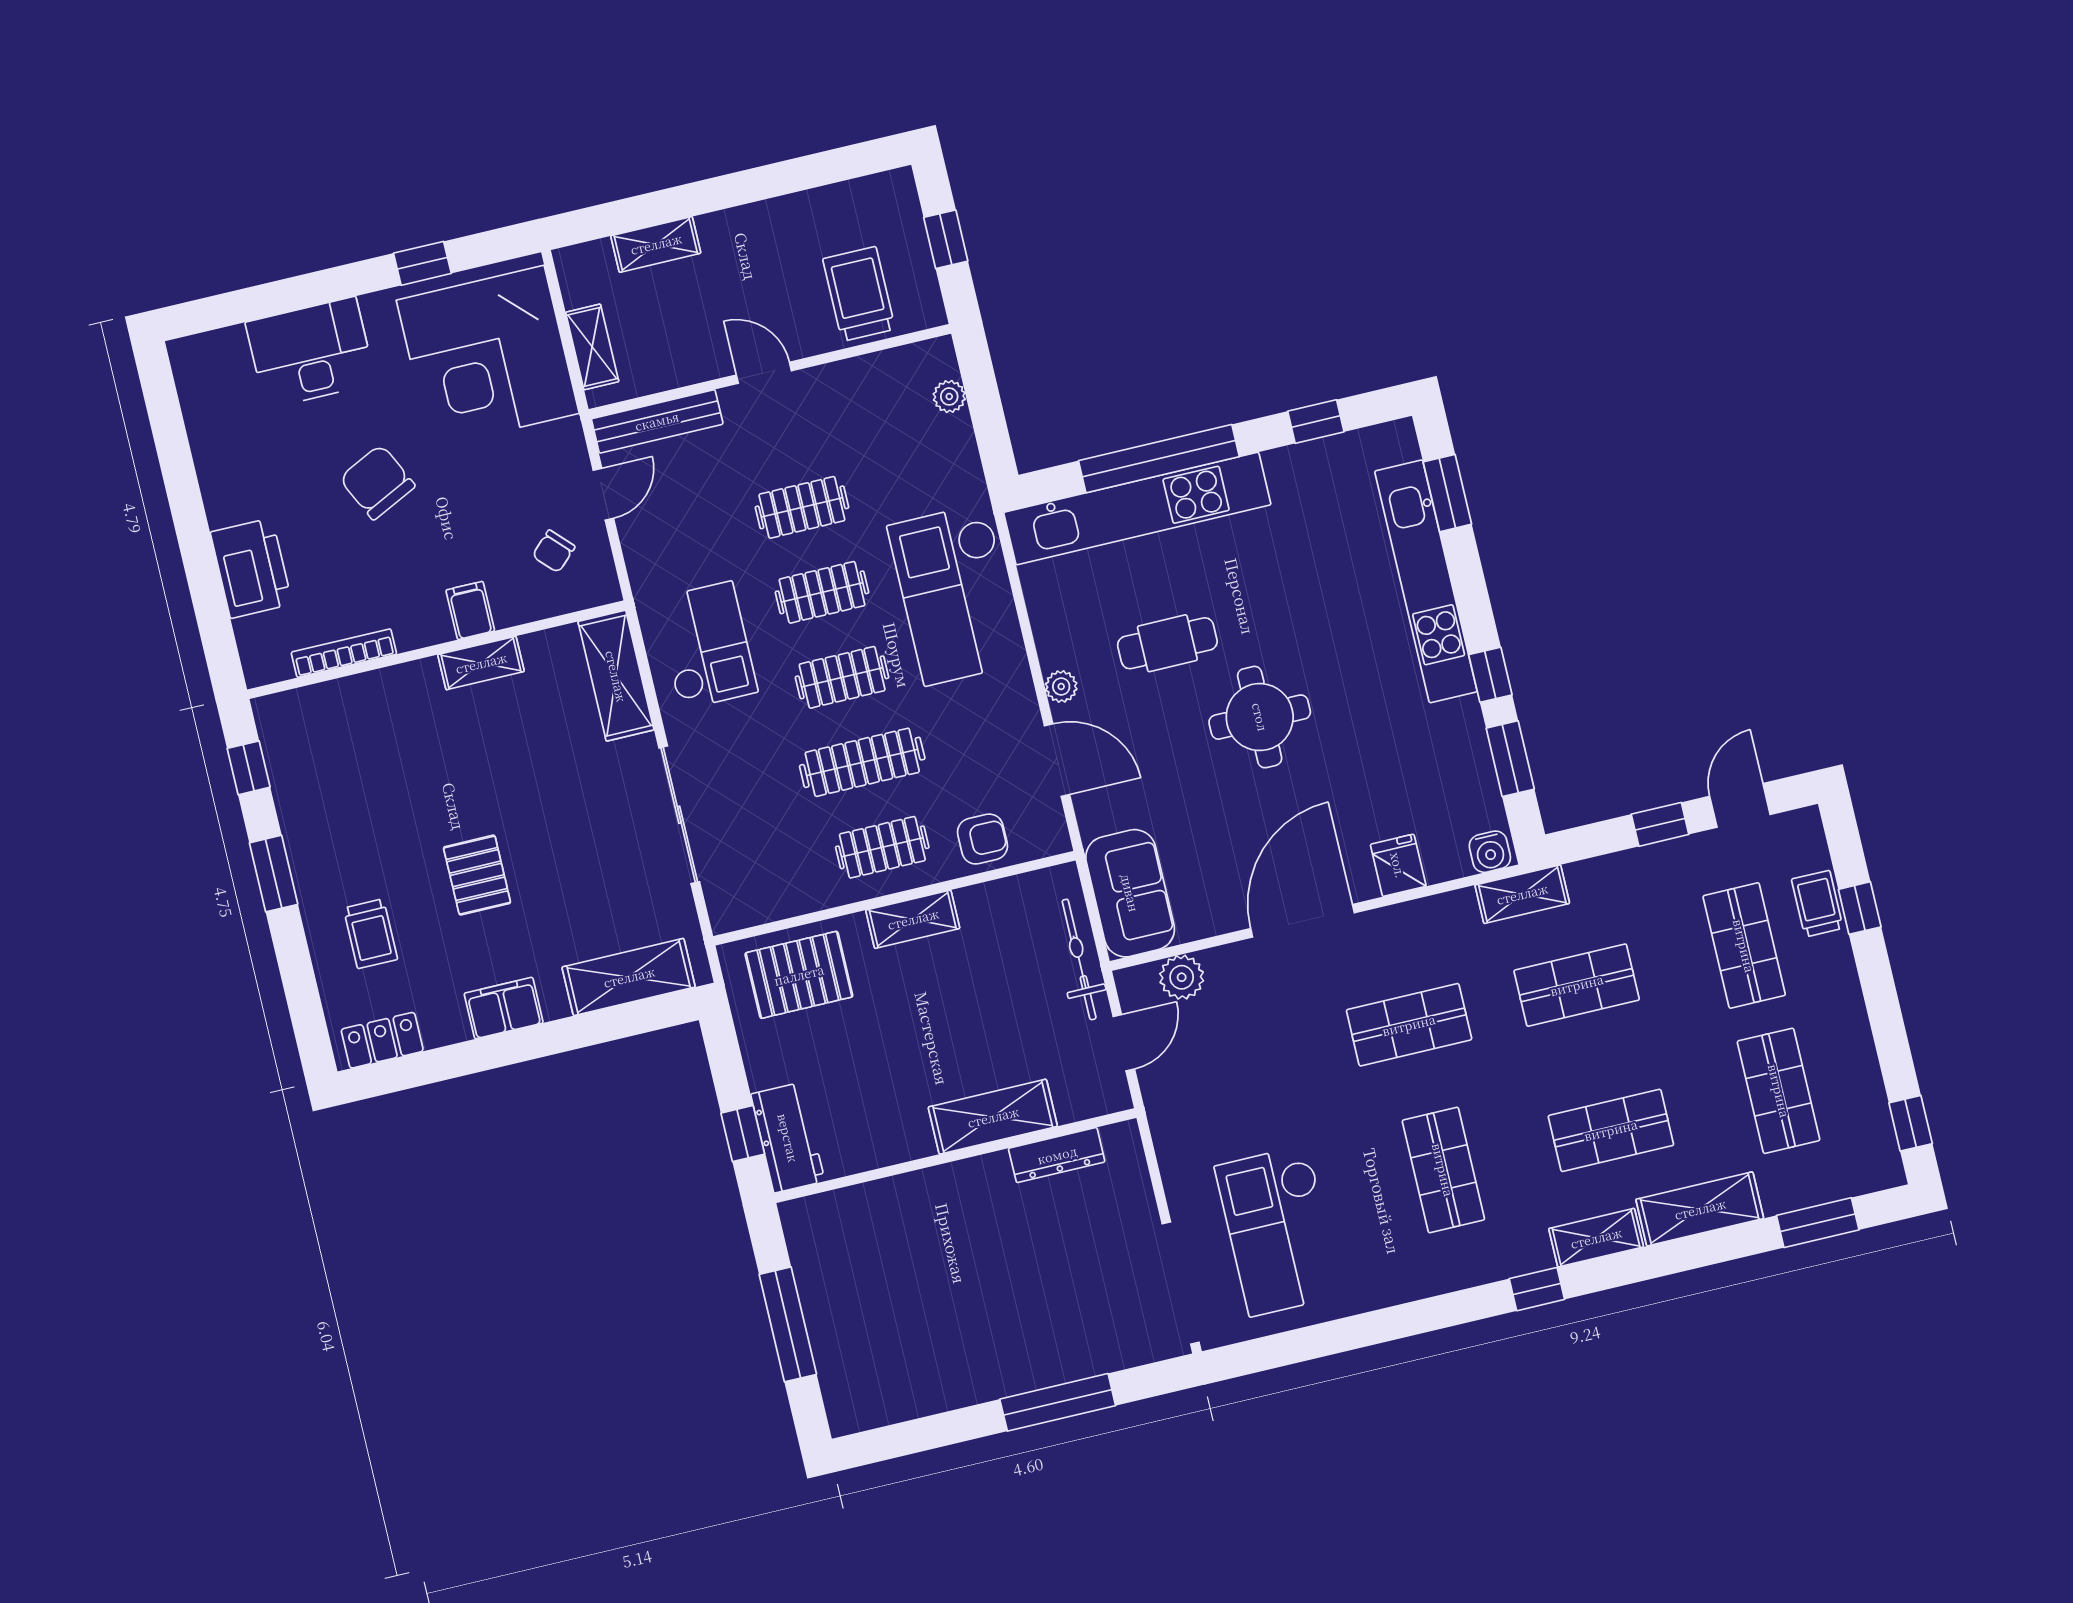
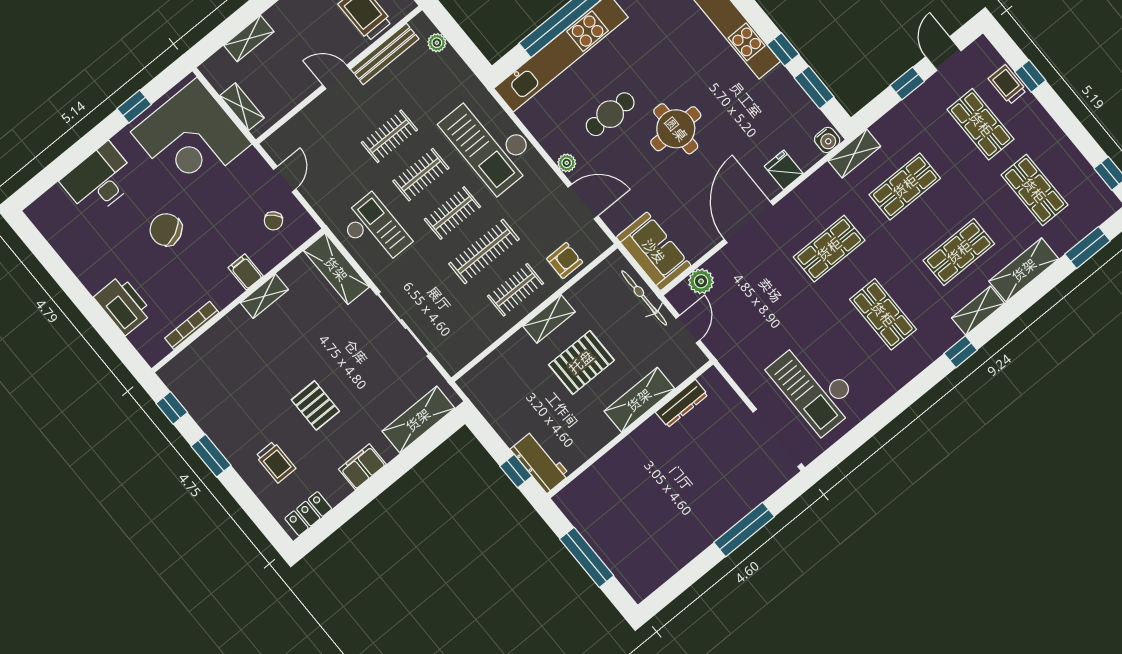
bench: (657, 421) -> (385, 54), moved
pallet: (799, 975) -> (581, 362), moved

